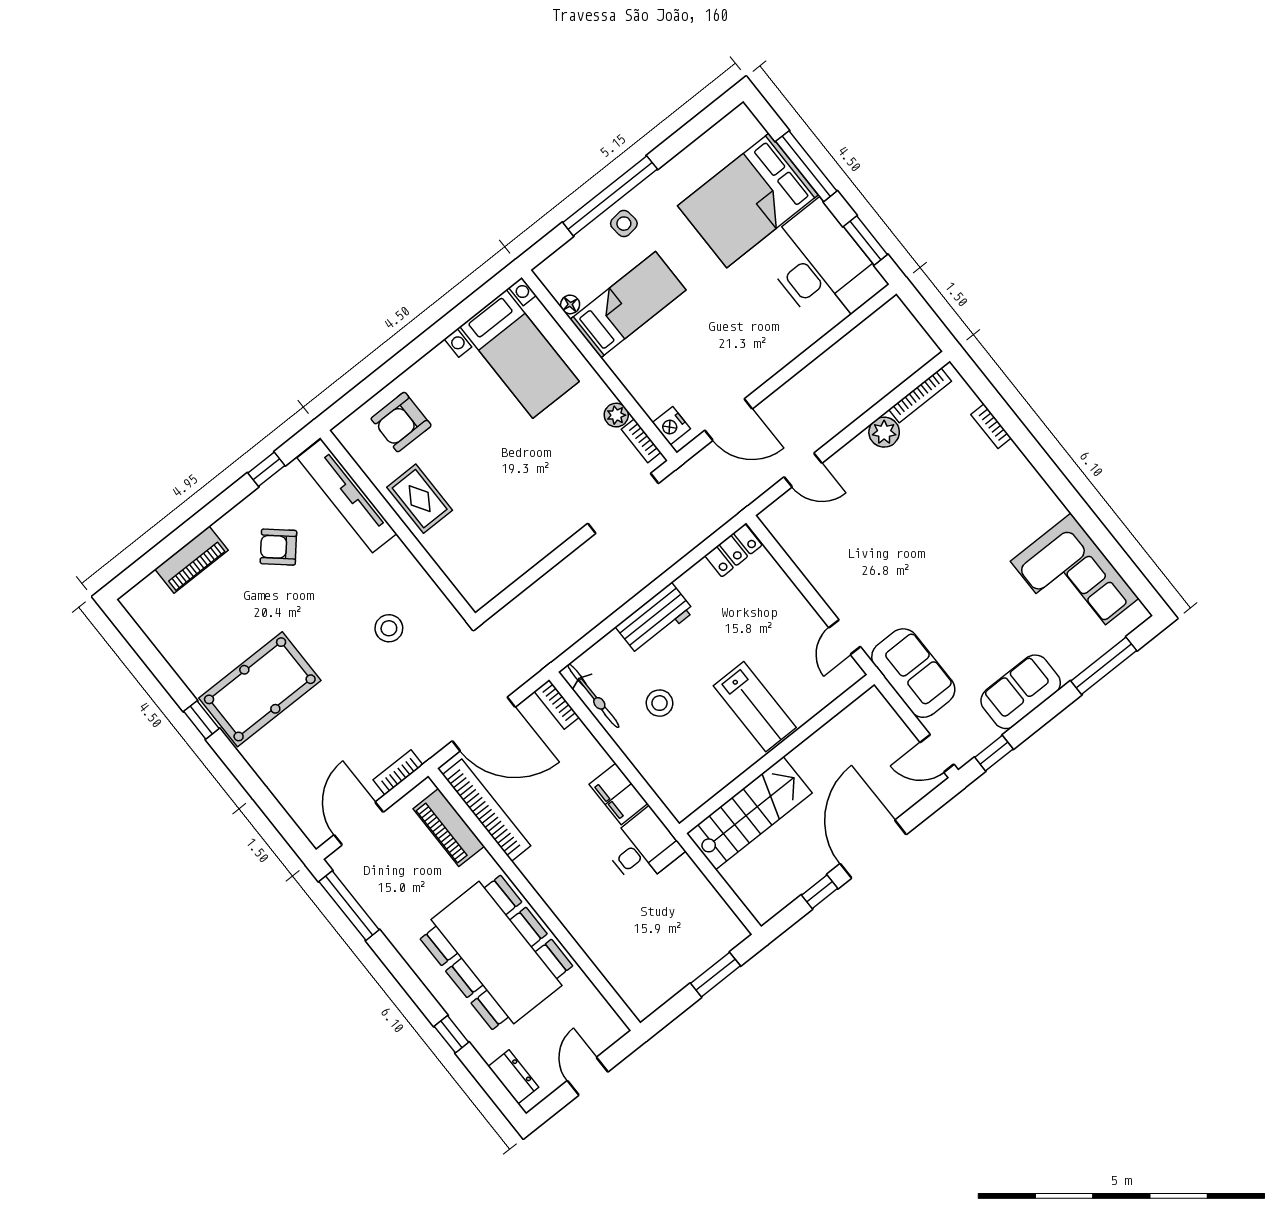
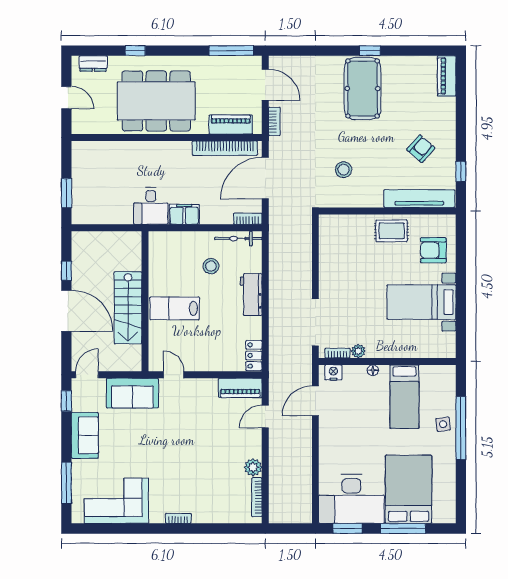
floor lamp: (570, 304) -> (373, 370), moved
bed with nightstands: (519, 354) -> (421, 302), moved
armchair: (401, 422) -> (433, 250), turned -90
bookcase: (991, 426) -> (178, 518), moved
piano: (791, 534) -> (240, 388), added
piano: (192, 560) -> (447, 76), moved
stairs: (749, 813) -> (128, 308), moved

